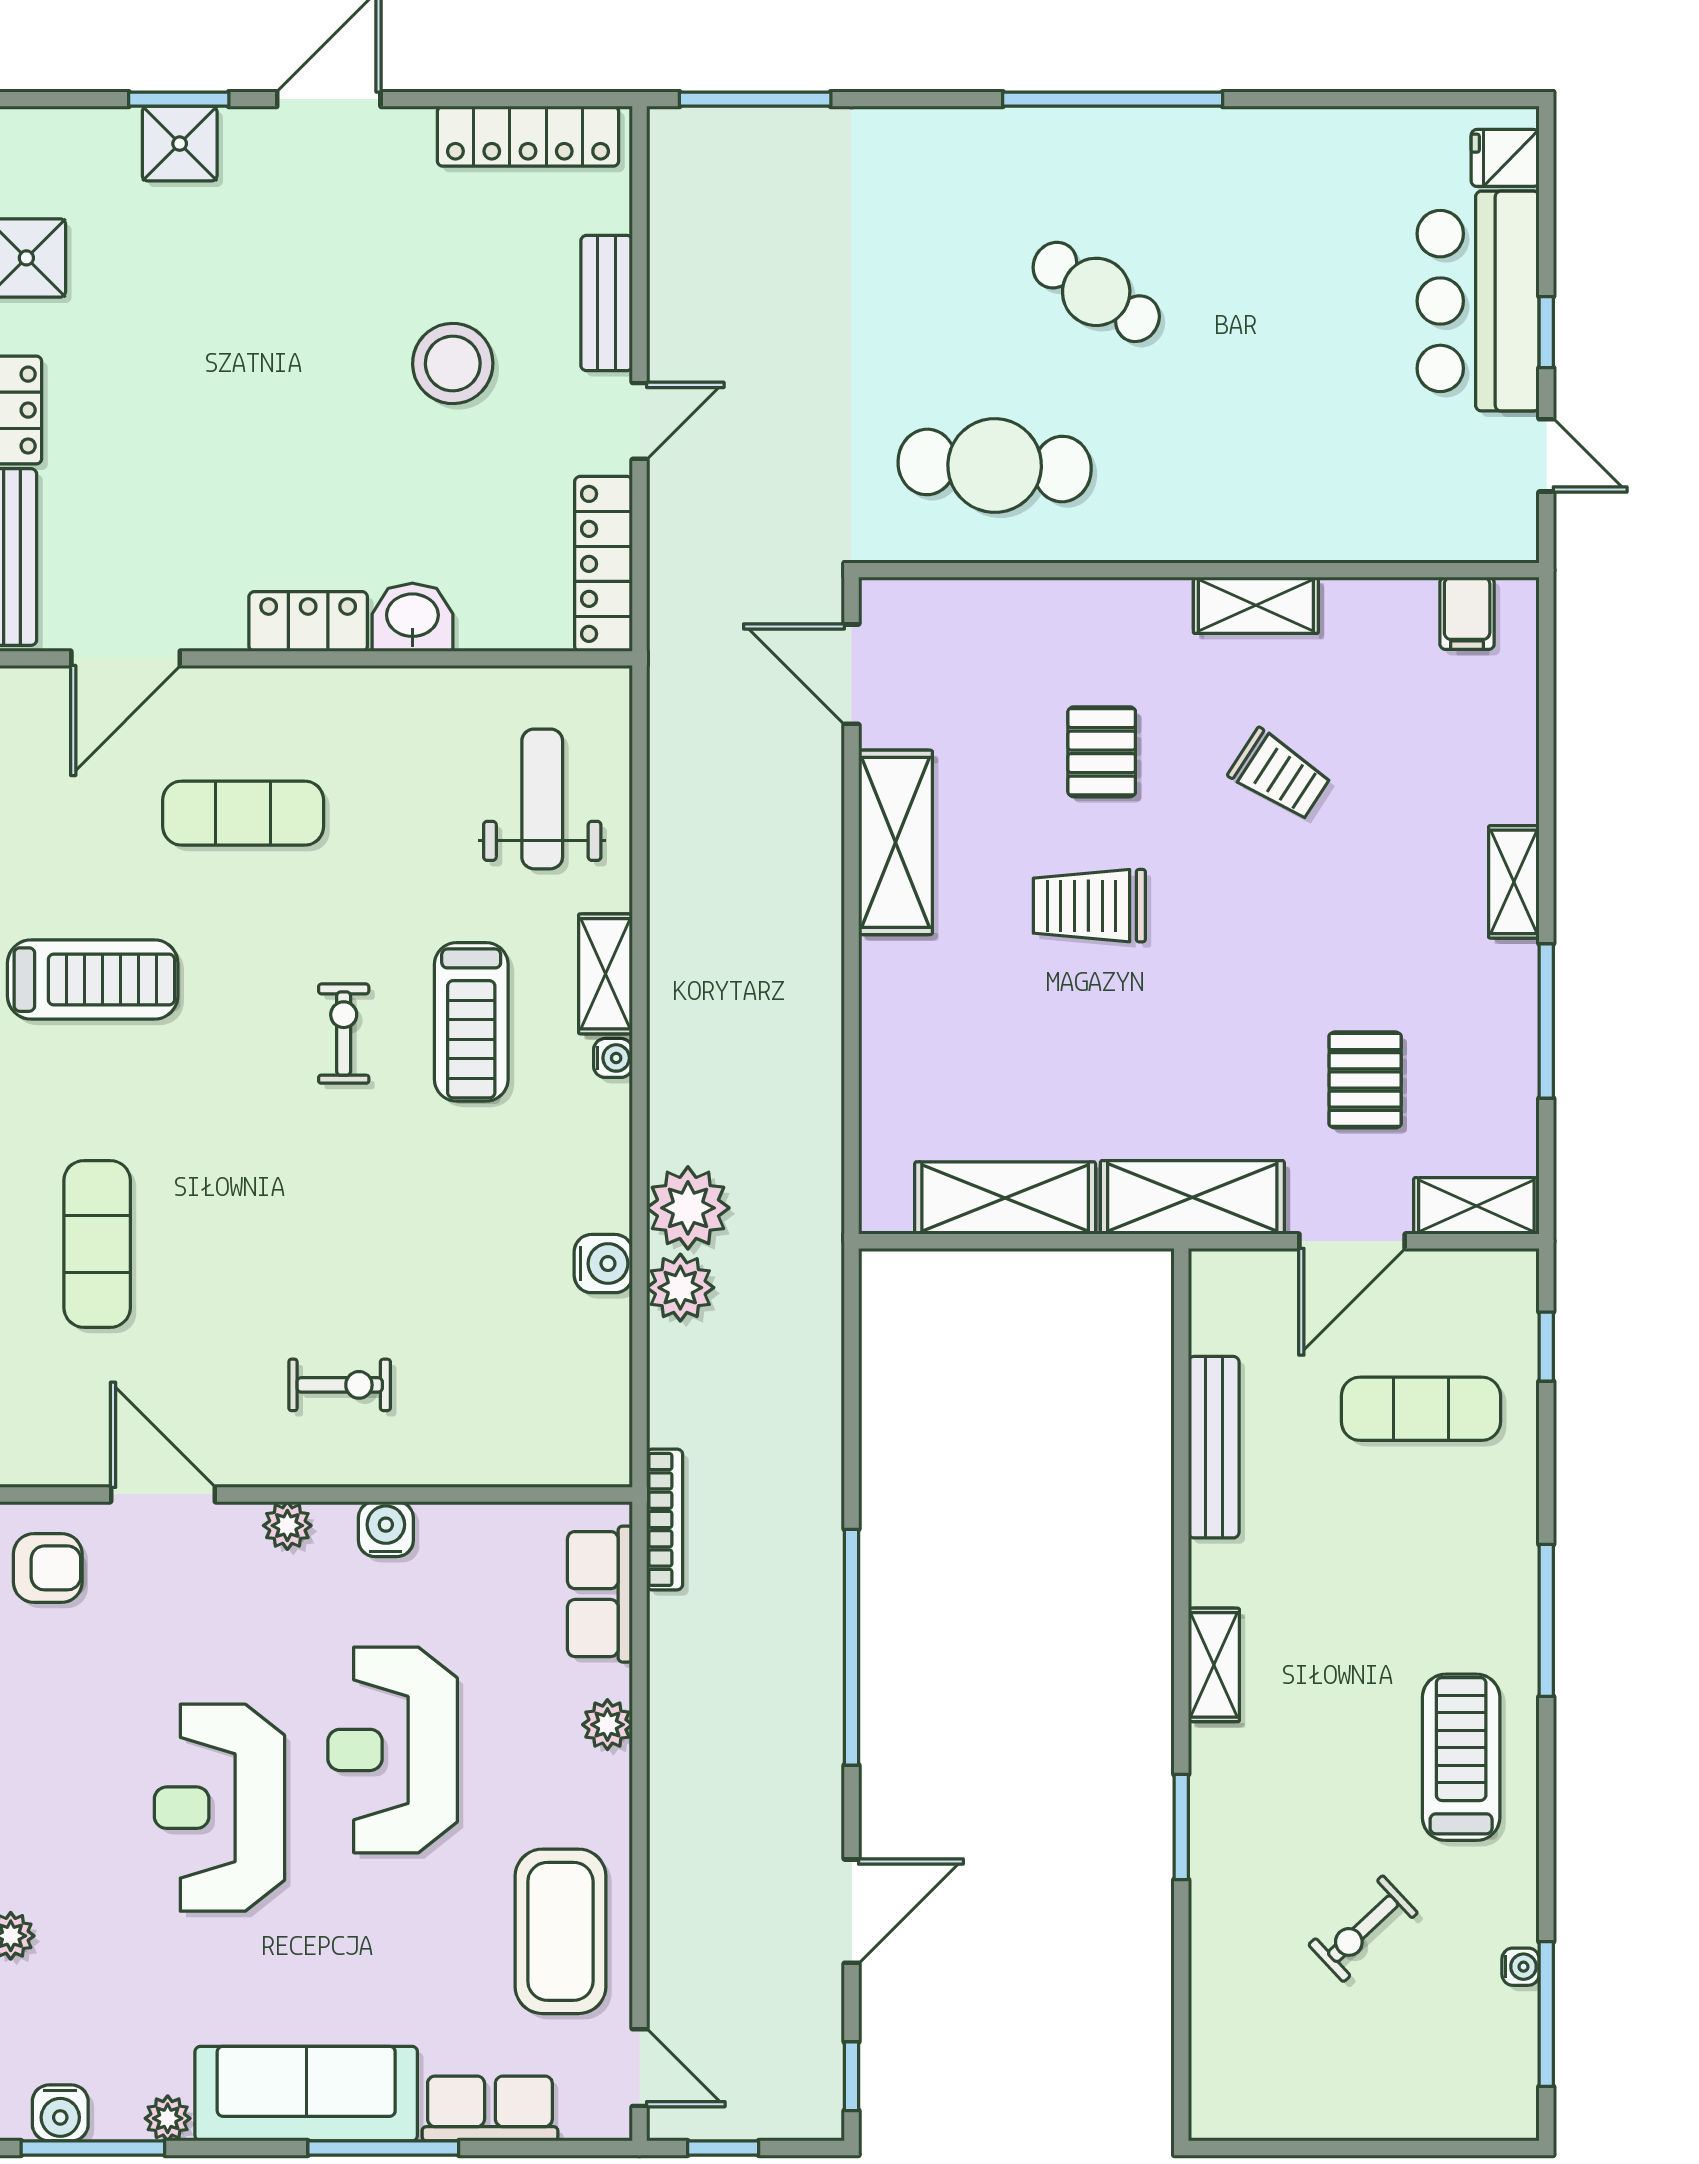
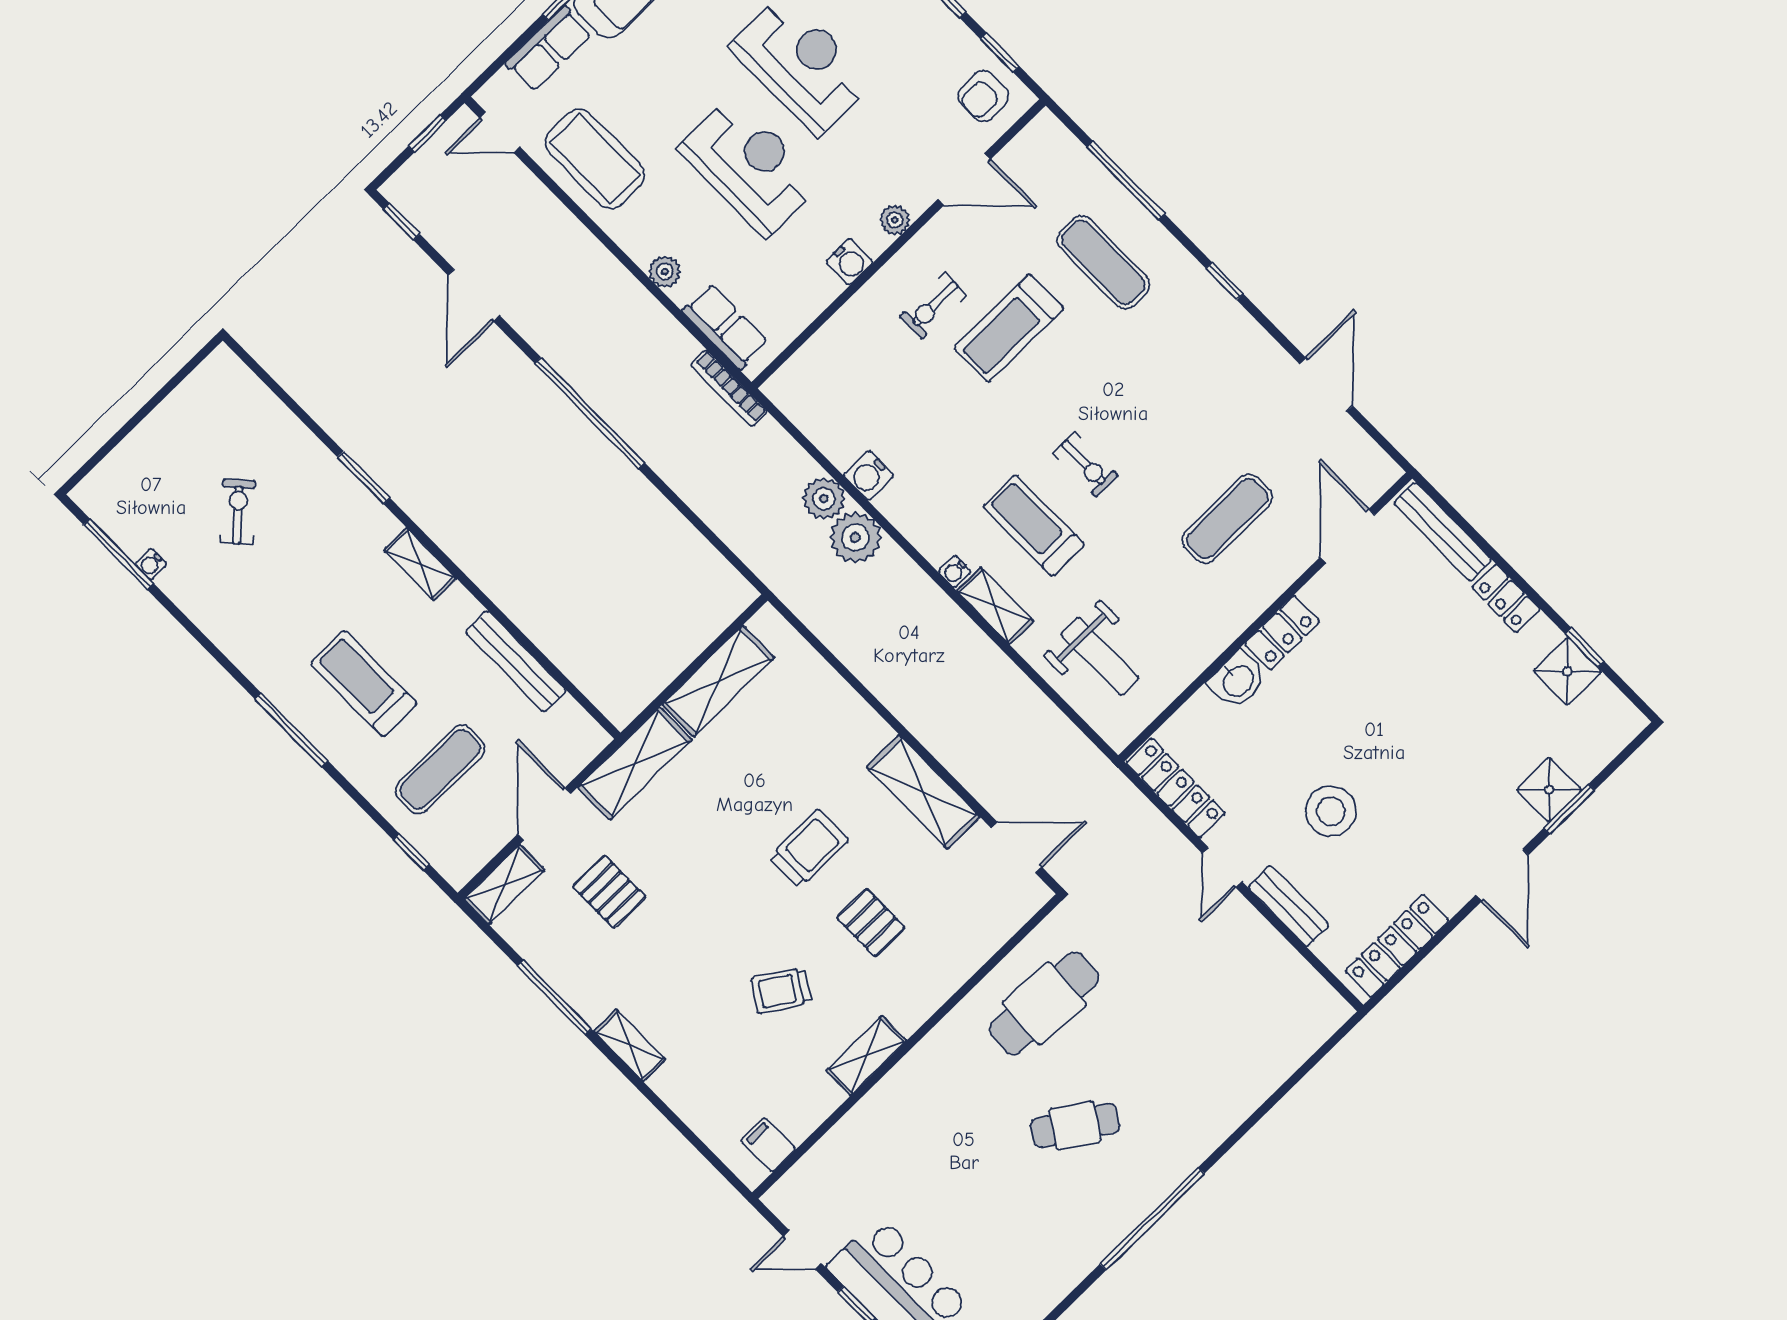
window: (755, 99) -> (1312, 1062), removed
treadmill: (93, 980) -> (1009, 328), moved
treadmill: (1461, 1757) -> (364, 684), moved, turned 180

